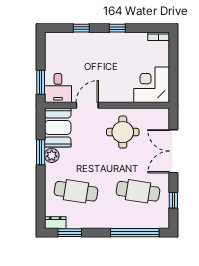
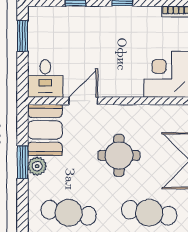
window: (41, 82) -> (23, 36), moved
round table: (123, 132) -> (119, 155), moved

